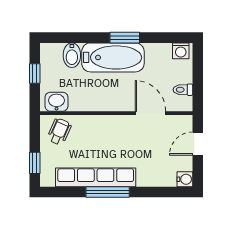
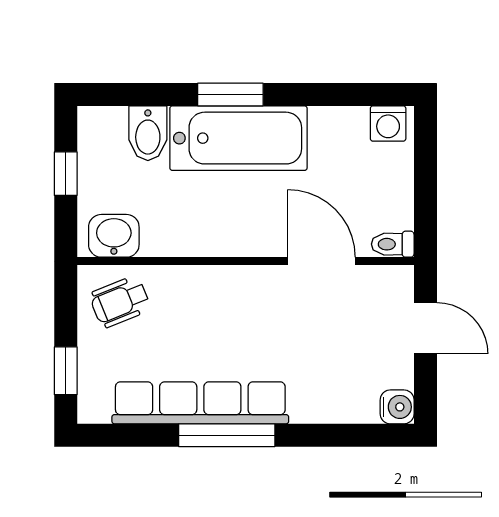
window: (125, 38) -> (230, 94), moved
toilet: (183, 90) -> (393, 244), moved
wheelchair: (59, 132) -> (120, 302), turned -136
door: (198, 144) -> (425, 328), swing flipped

